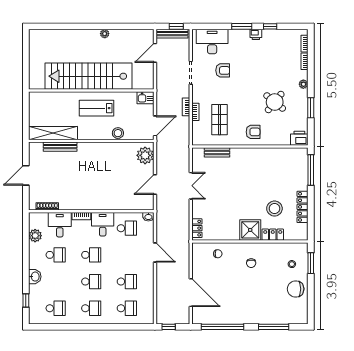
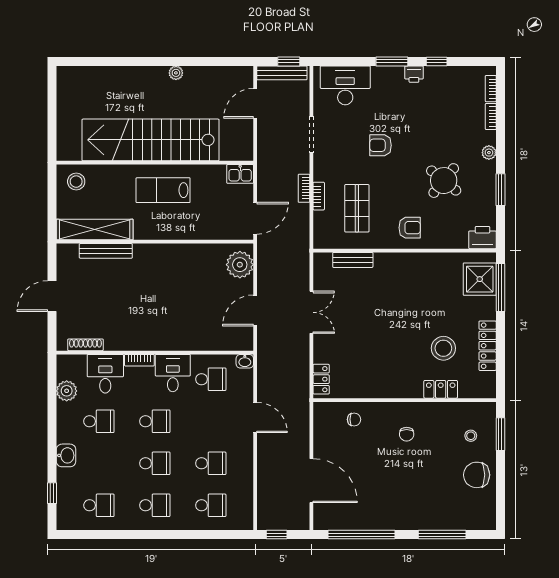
armchair: (223, 70) -> (380, 145), moved, turned 180
stool: (118, 133) -> (76, 182), moved
shower: (250, 230) -> (480, 279), moved

